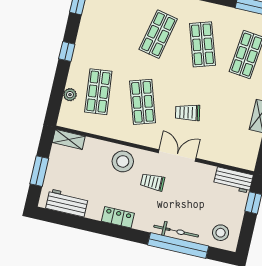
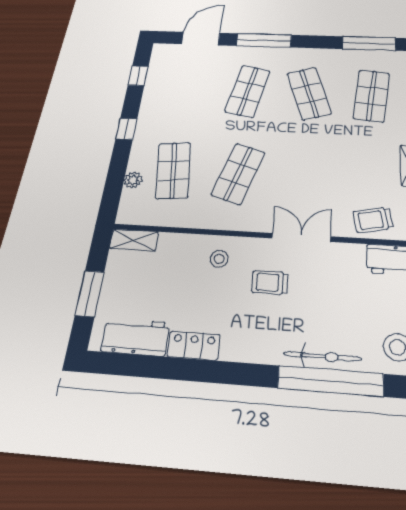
shop shelf: (143, 102) -> (238, 174), turned 36
trolley: (188, 113) -> (373, 220), moved
stool: (123, 161) -> (219, 259), width x0.53, depth x0.53
locker: (118, 217) -> (194, 346), moved

